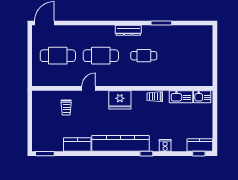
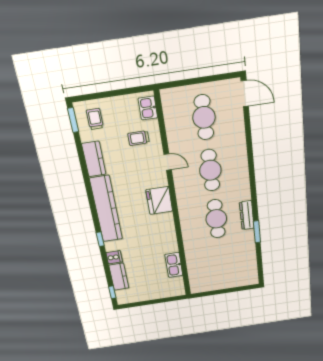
dresser: (128, 30) -> (247, 215), moved
cafe table: (144, 56) -> (216, 219), width x1.37, depth x1.35
trolley: (155, 97) -> (95, 119), moved
kitchen sink: (202, 97) -> (148, 108), moved
kitchen counter: (200, 145) -> (119, 277), moved

